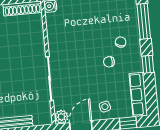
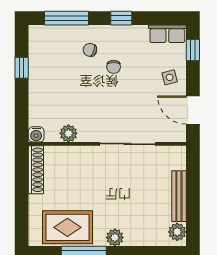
row of seats: (138, 95) -> (167, 34), width x0.68
plant: (61, 117) -> (68, 133), moved

